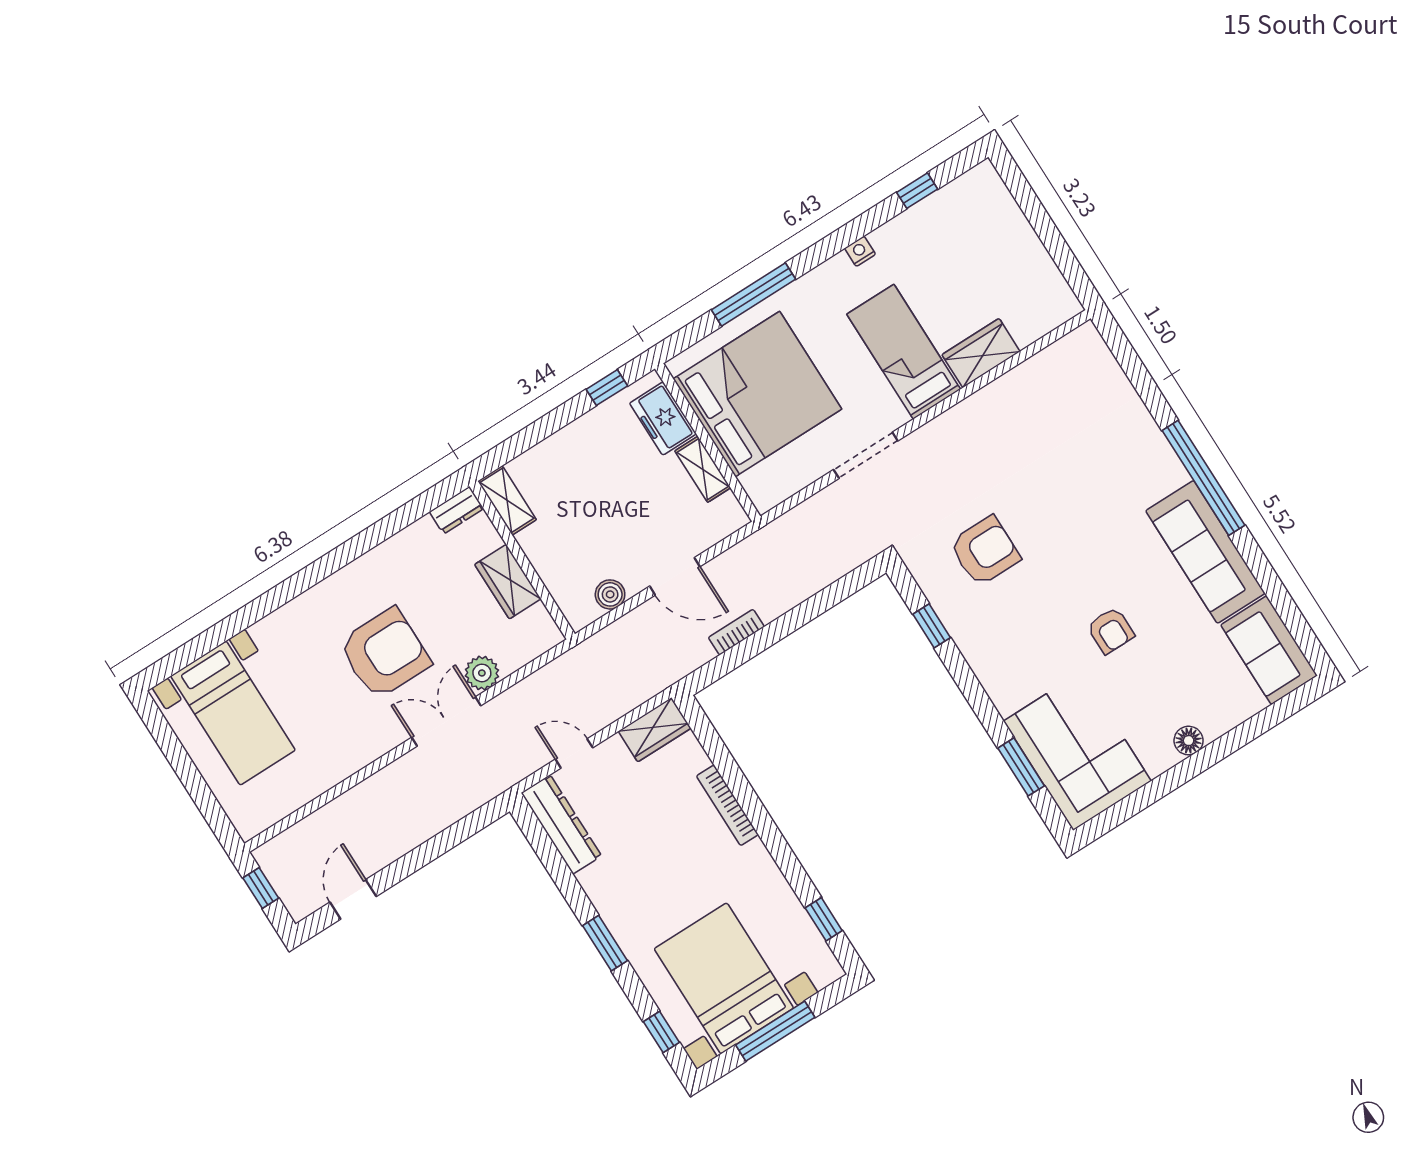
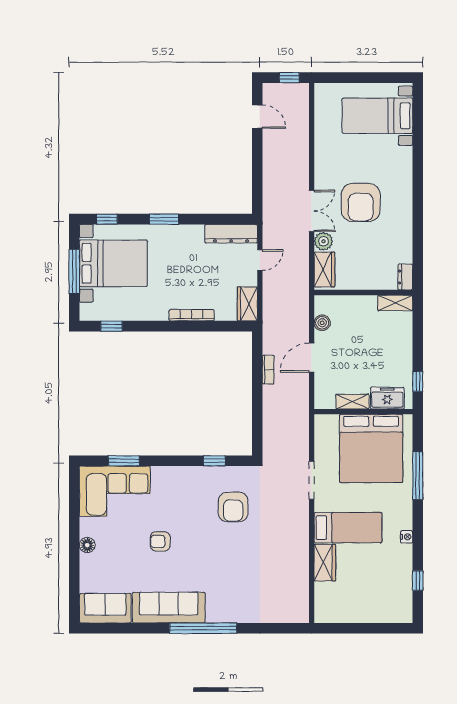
wardrobe: (508, 582) -> (324, 270), moved, turned 90

